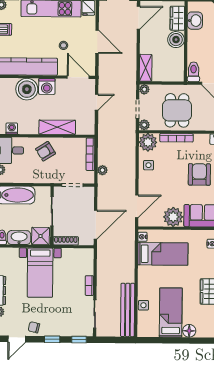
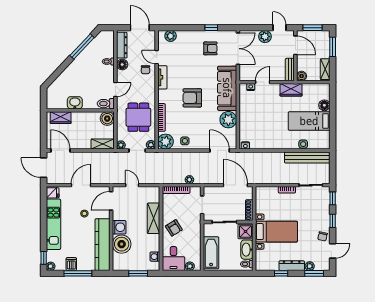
washbasin: (195, 21) -> (75, 103), moved
boiler: (176, 40) -> (107, 119), moved
dining table: (177, 110) -> (138, 117), turned 90
bed: (163, 254) -> (260, 128), removed
door: (17, 339) -> (333, 251), hinge flipped

